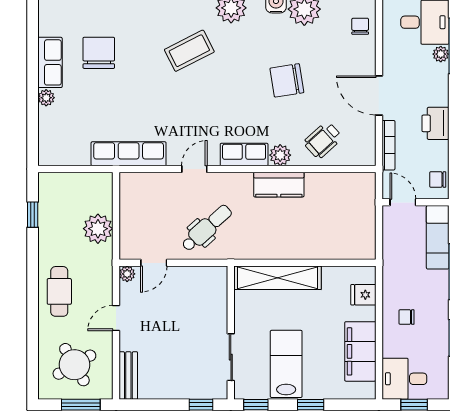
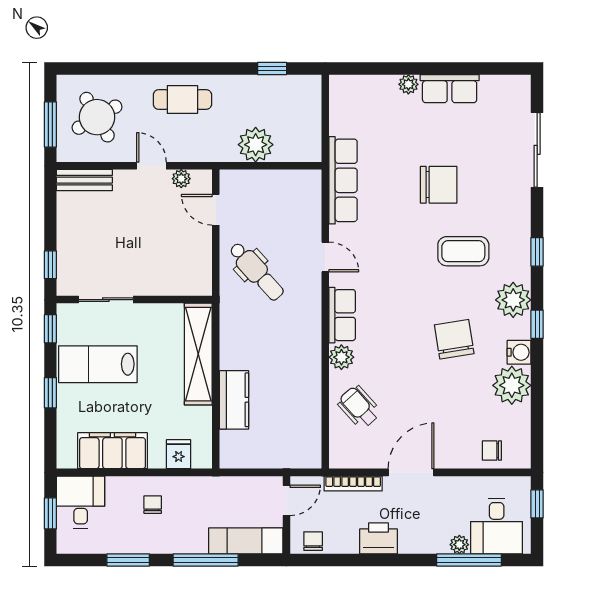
chair: (360, 26) -> (492, 450), turned 180
coffee table: (189, 51) -> (463, 251), turned -63
chair: (99, 53) -> (439, 185), moved
chair: (287, 80) -> (454, 339), moved
kitchen counter: (279, 185) -> (234, 400), moved, turned 180
plant: (127, 274) -> (181, 179), moved
lab bench: (286, 364) -> (98, 364), turned 180

